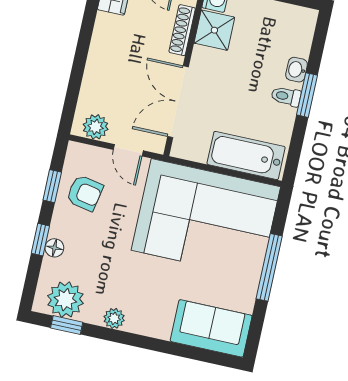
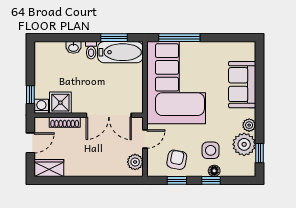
window: (307, 95) -> (114, 38), moved
bathtub: (246, 155) -> (120, 52), moved, turned -90
side table: (88, 249) -> (211, 150), added
window: (269, 267) -> (179, 38), moved
plant: (65, 300) -> (244, 144), moved
sofa: (211, 328) -> (242, 85), moved

